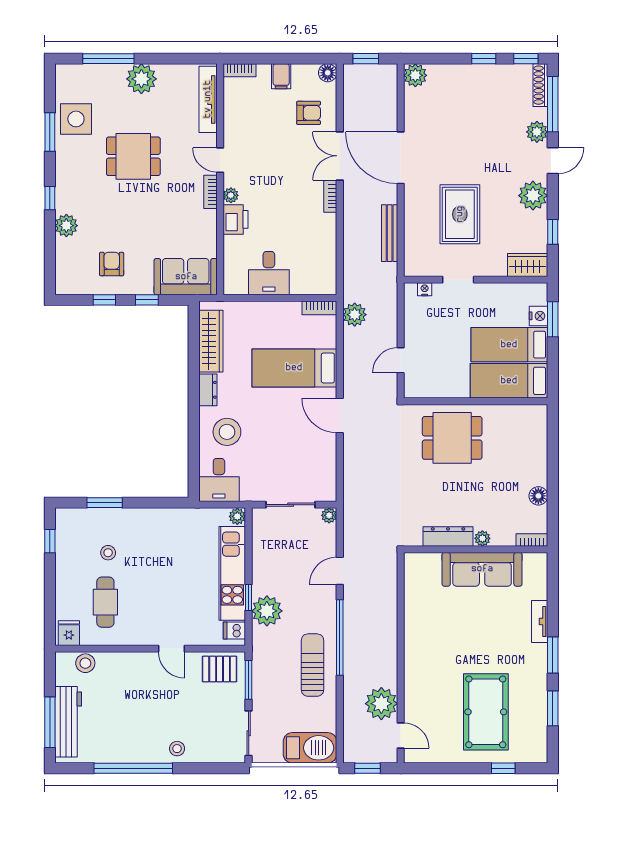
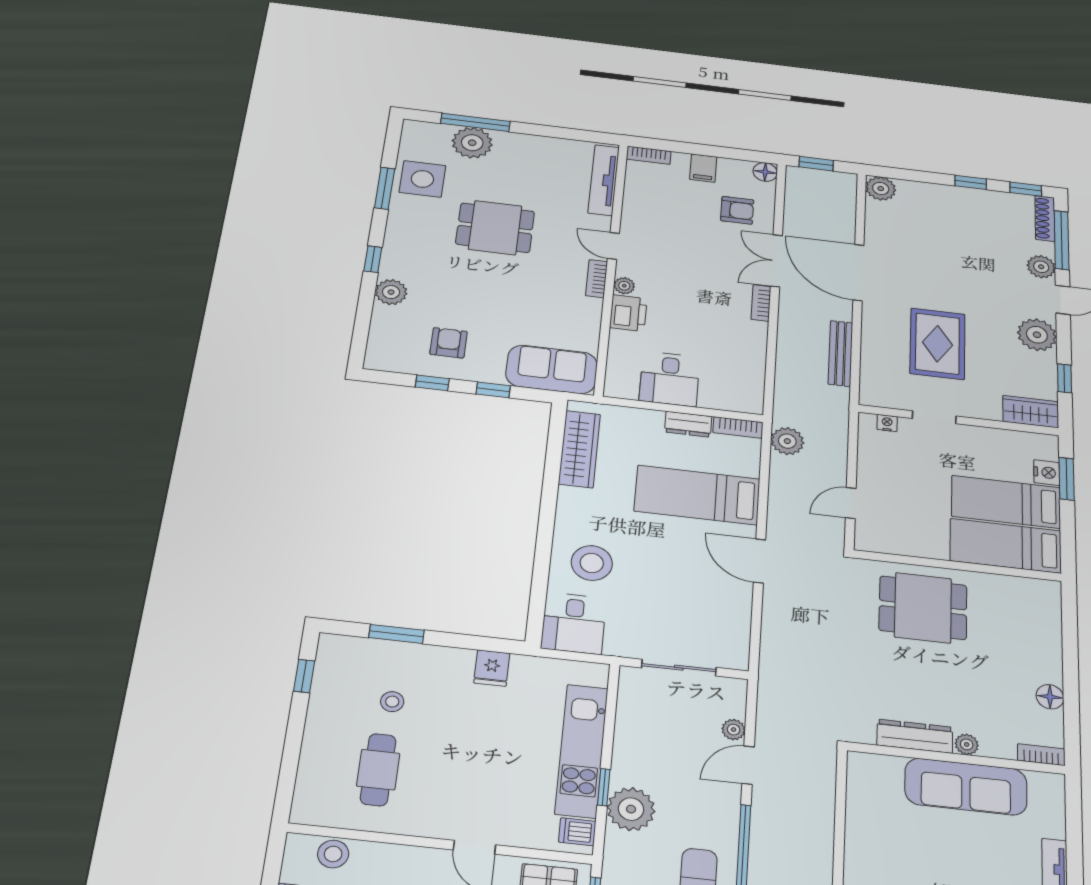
plant: (141, 79) -> (472, 143), moved
dresser: (208, 390) -> (688, 424), moved, turned 90
plant: (329, 515) -> (734, 730), moved
plant: (237, 516) -> (597, 674), removed
fridge: (69, 633) -> (492, 668), moved, turned 180

